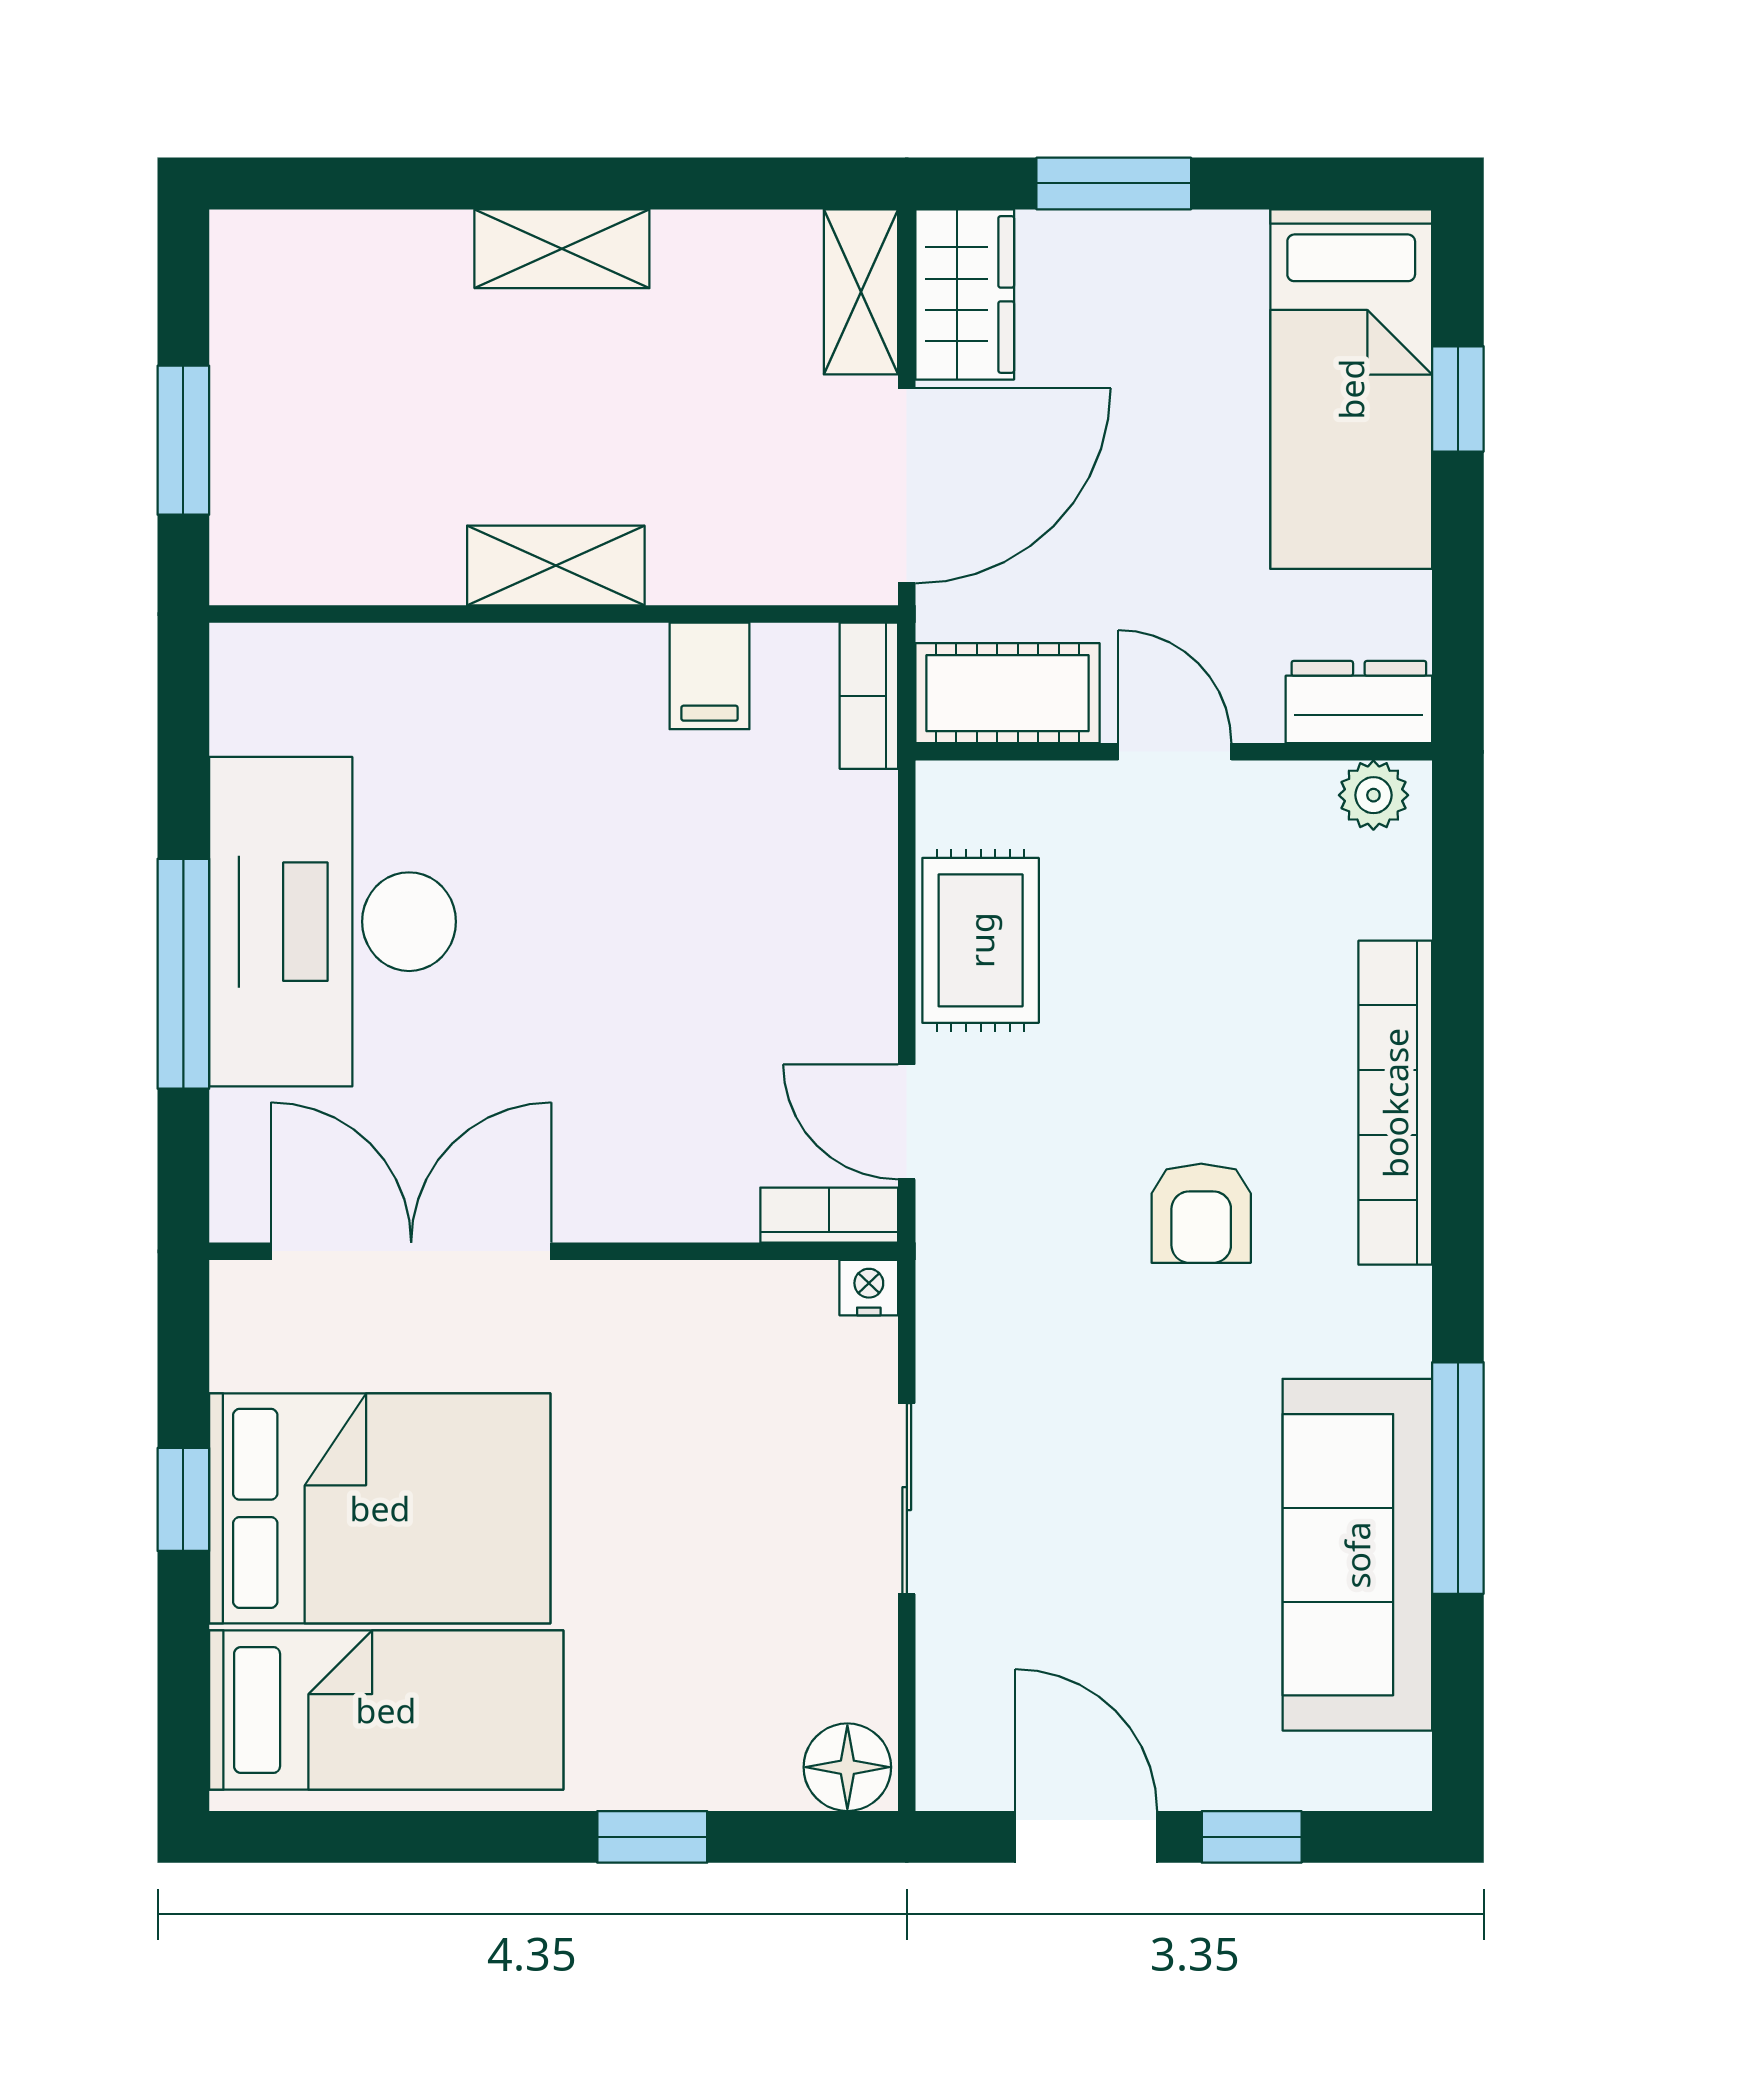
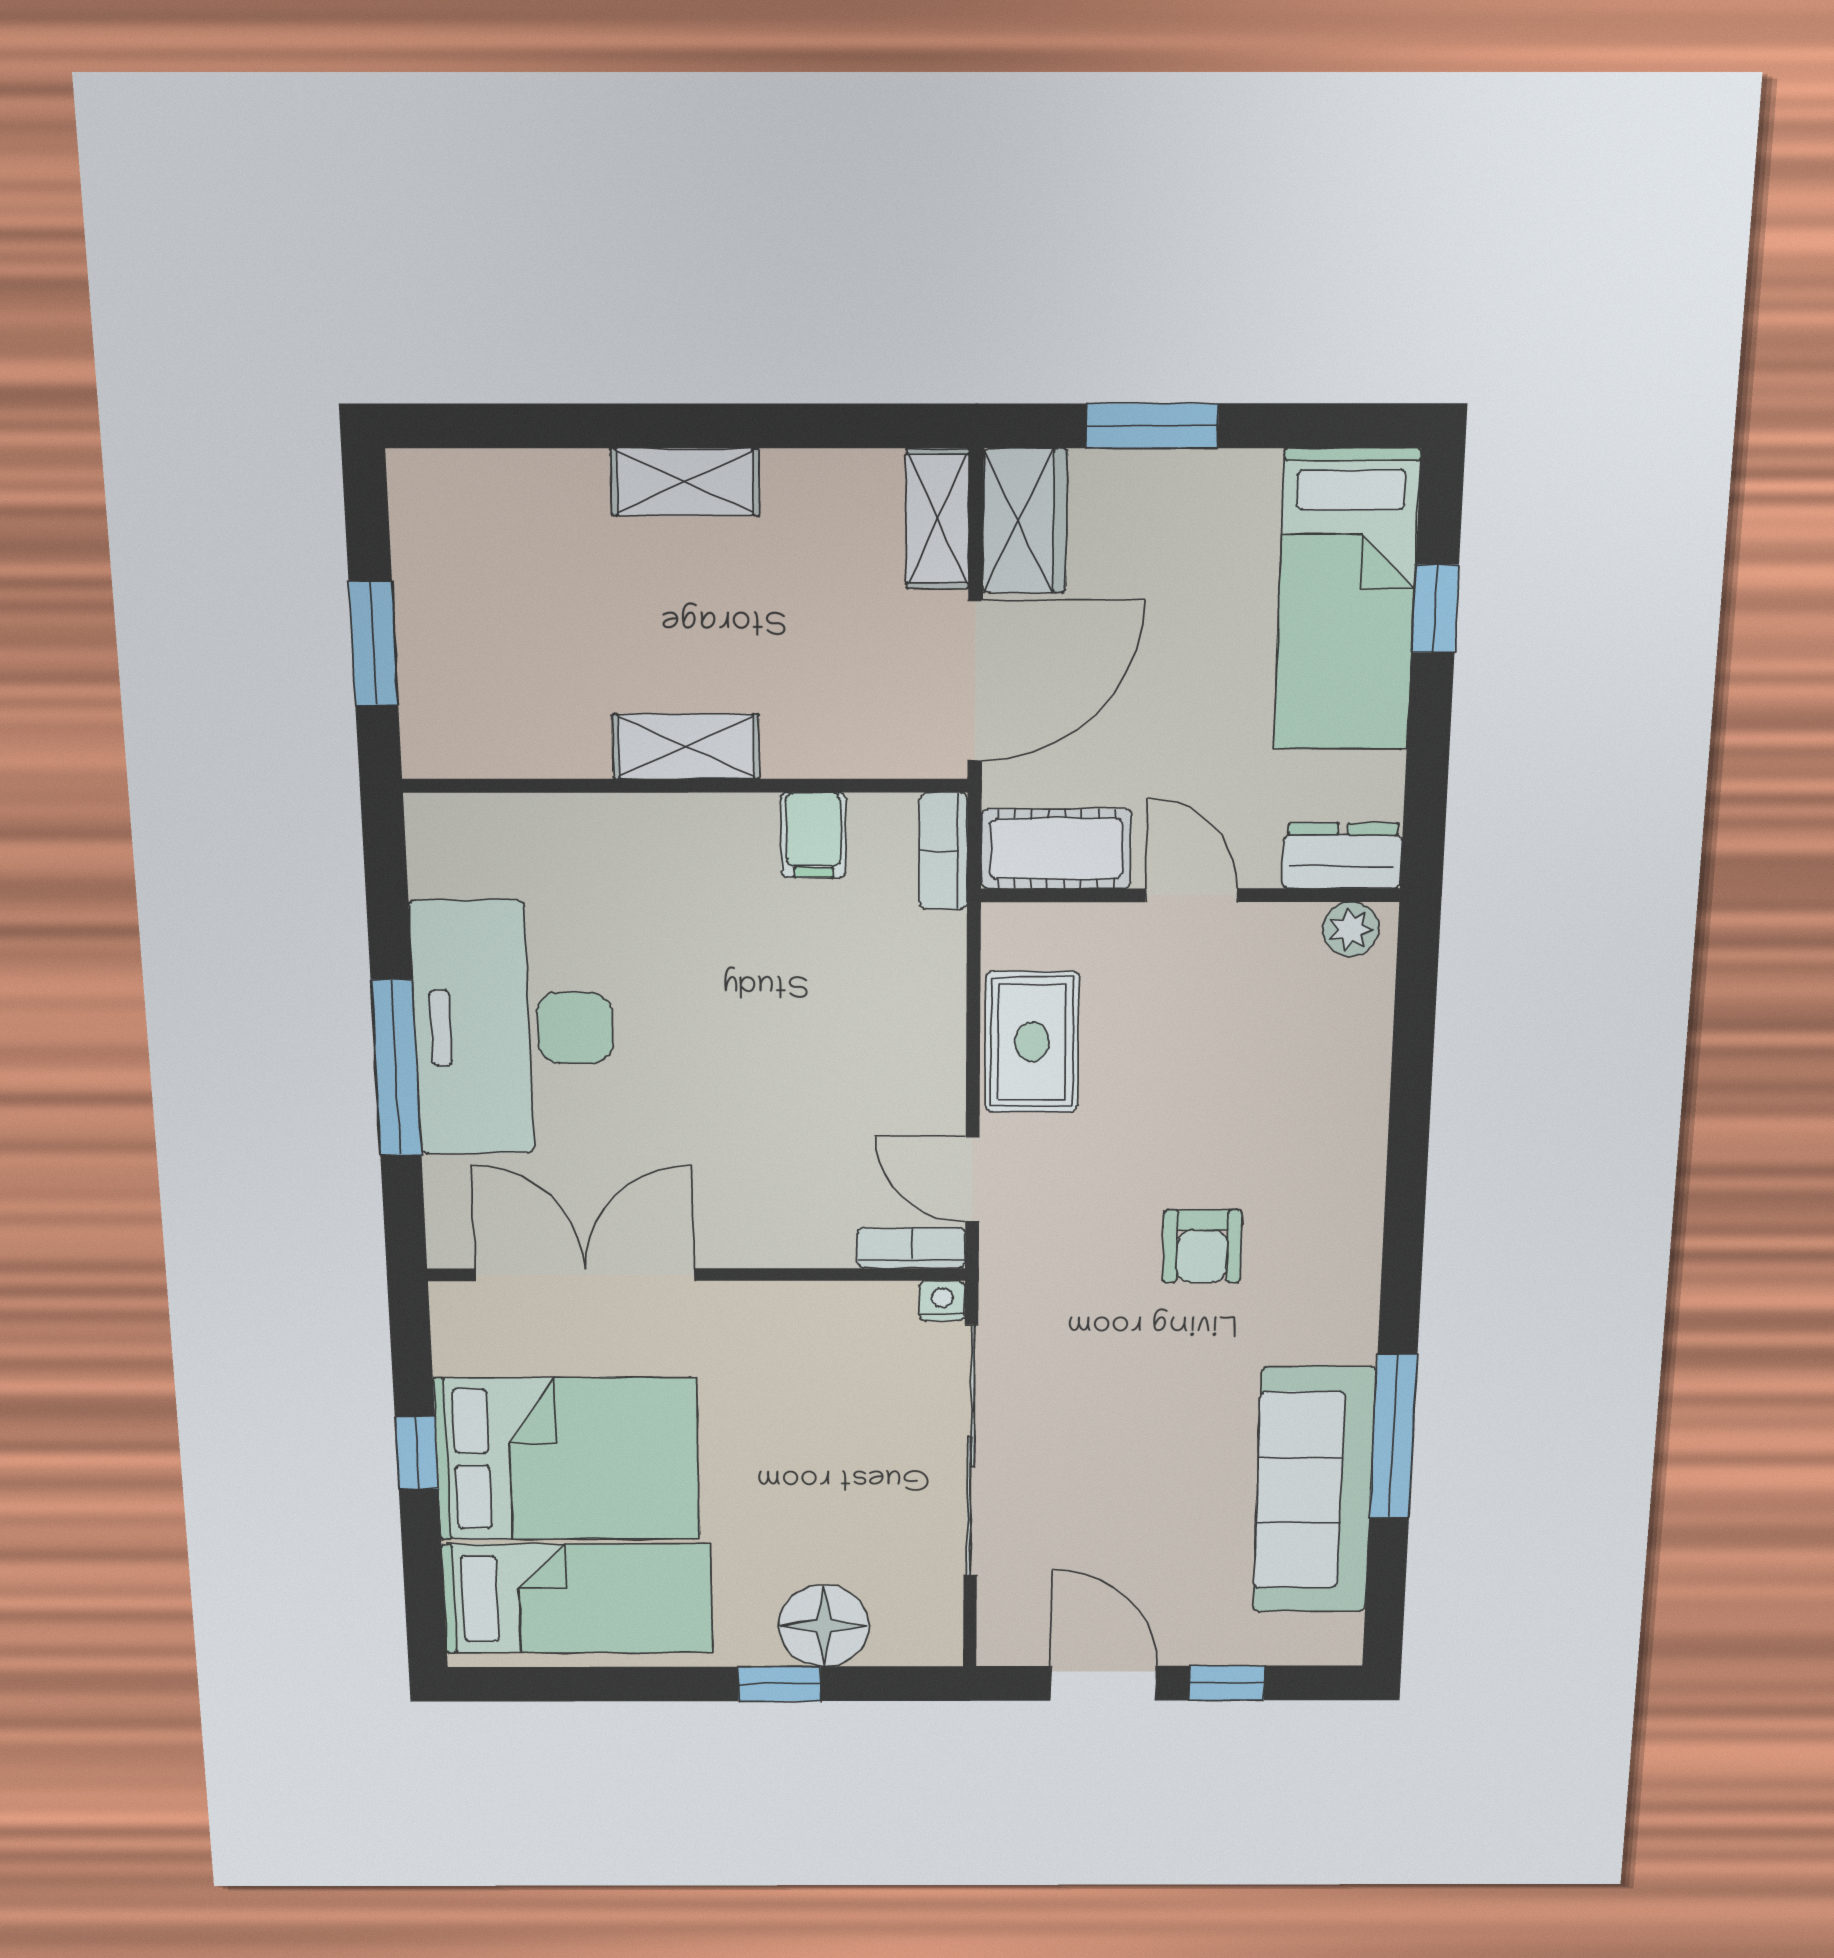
bookcase: (1395, 1103) -> (1358, 1164), removed
sliding door: (907, 1499) -> (971, 1452), width x1.86
floor lamp: (847, 1767) -> (824, 1626), moved, width x1.38, depth x1.38

